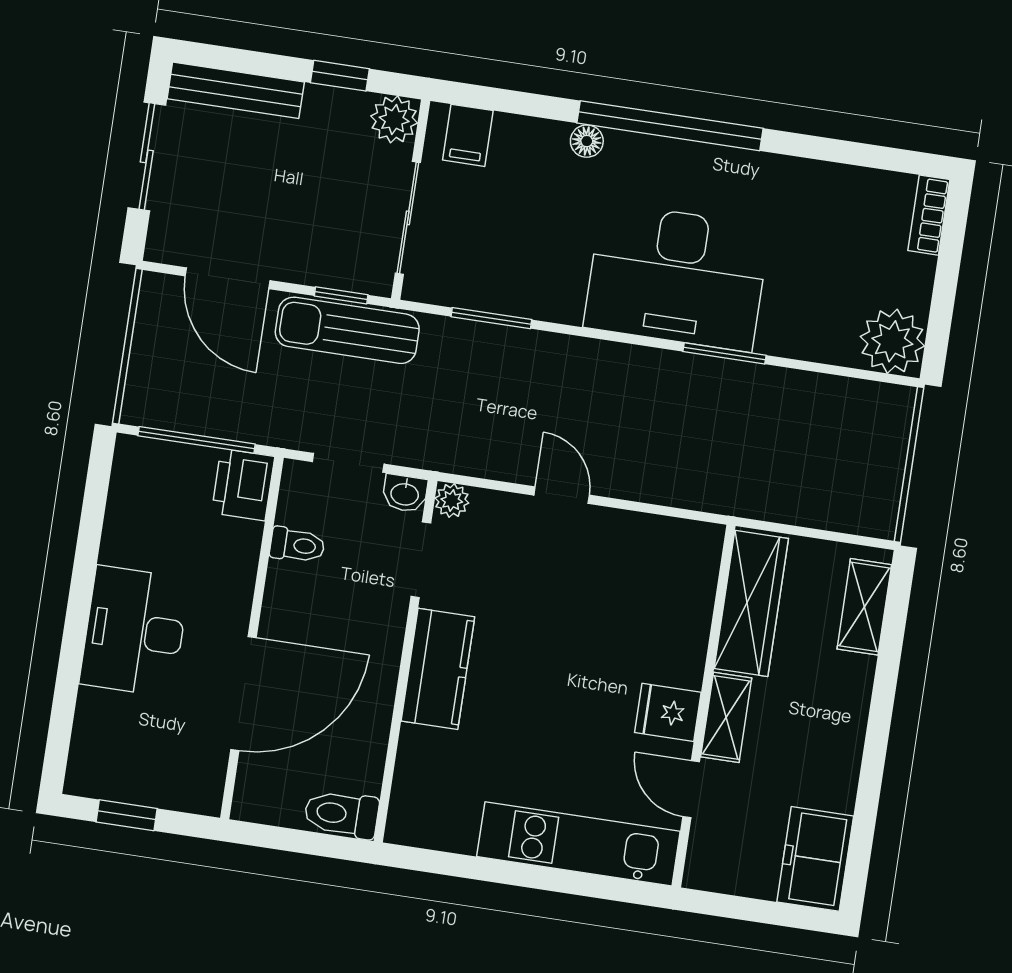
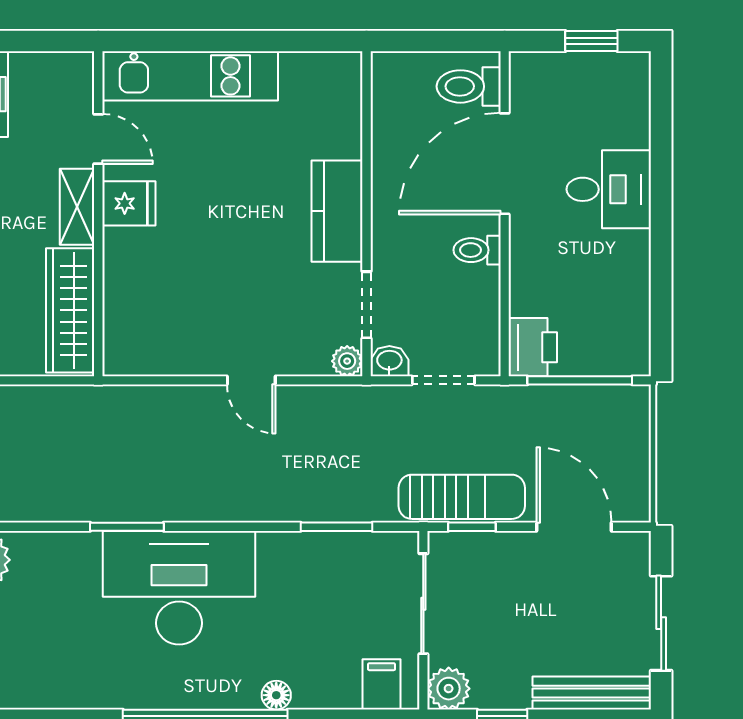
toilet: (297, 545) -> (477, 250), moved
desk: (135, 631) -> (609, 189), width x0.73
toilet: (341, 814) -> (469, 86), moved, turned 180

